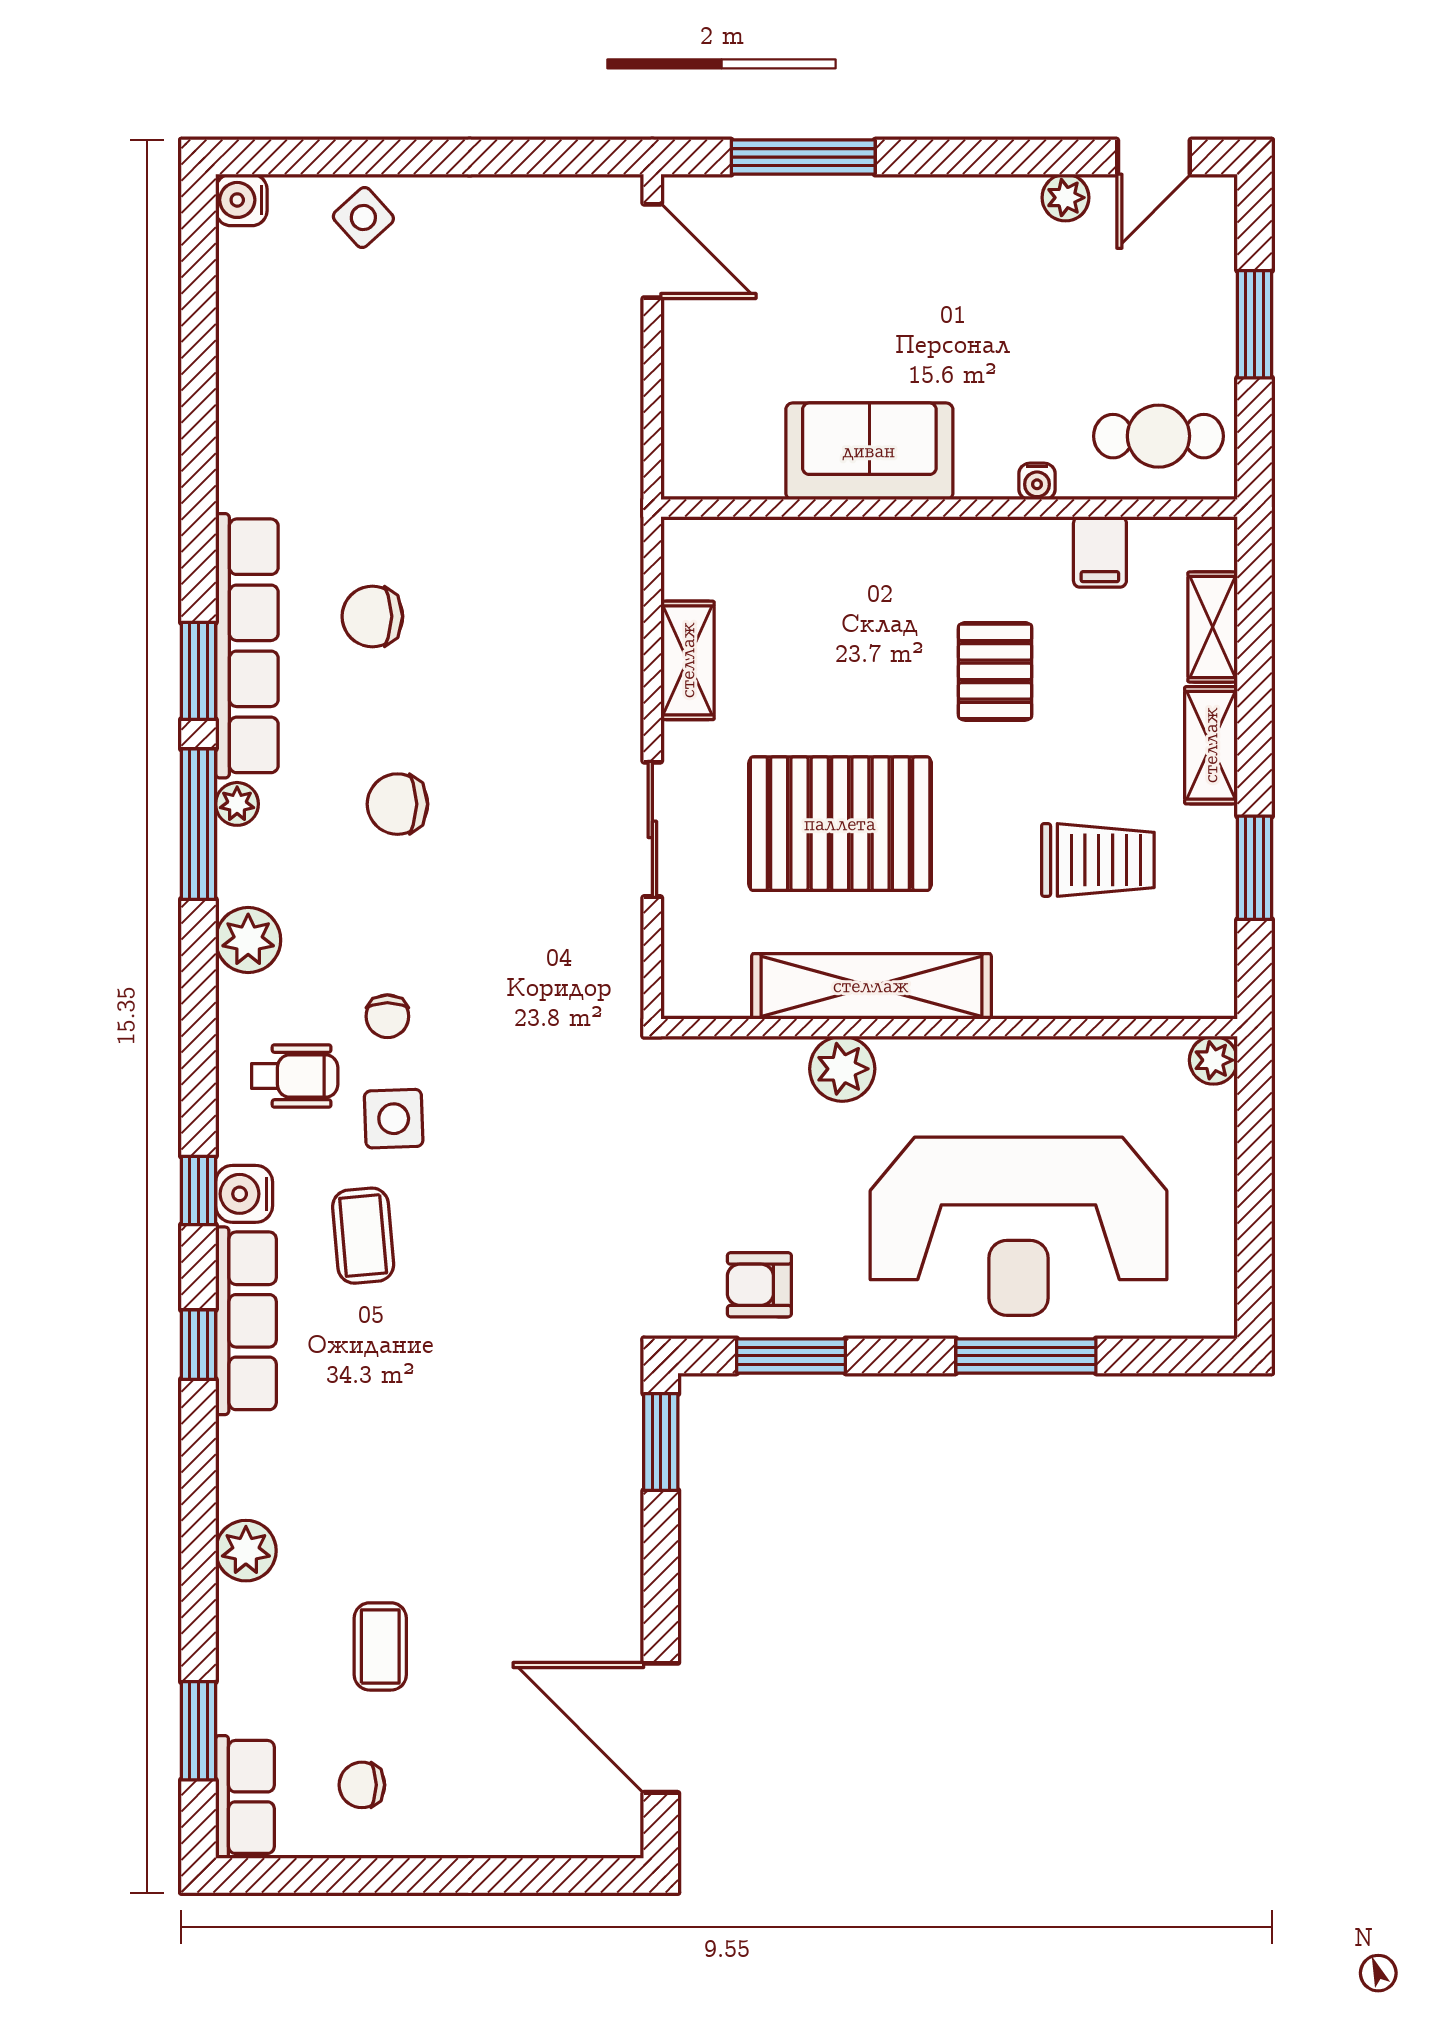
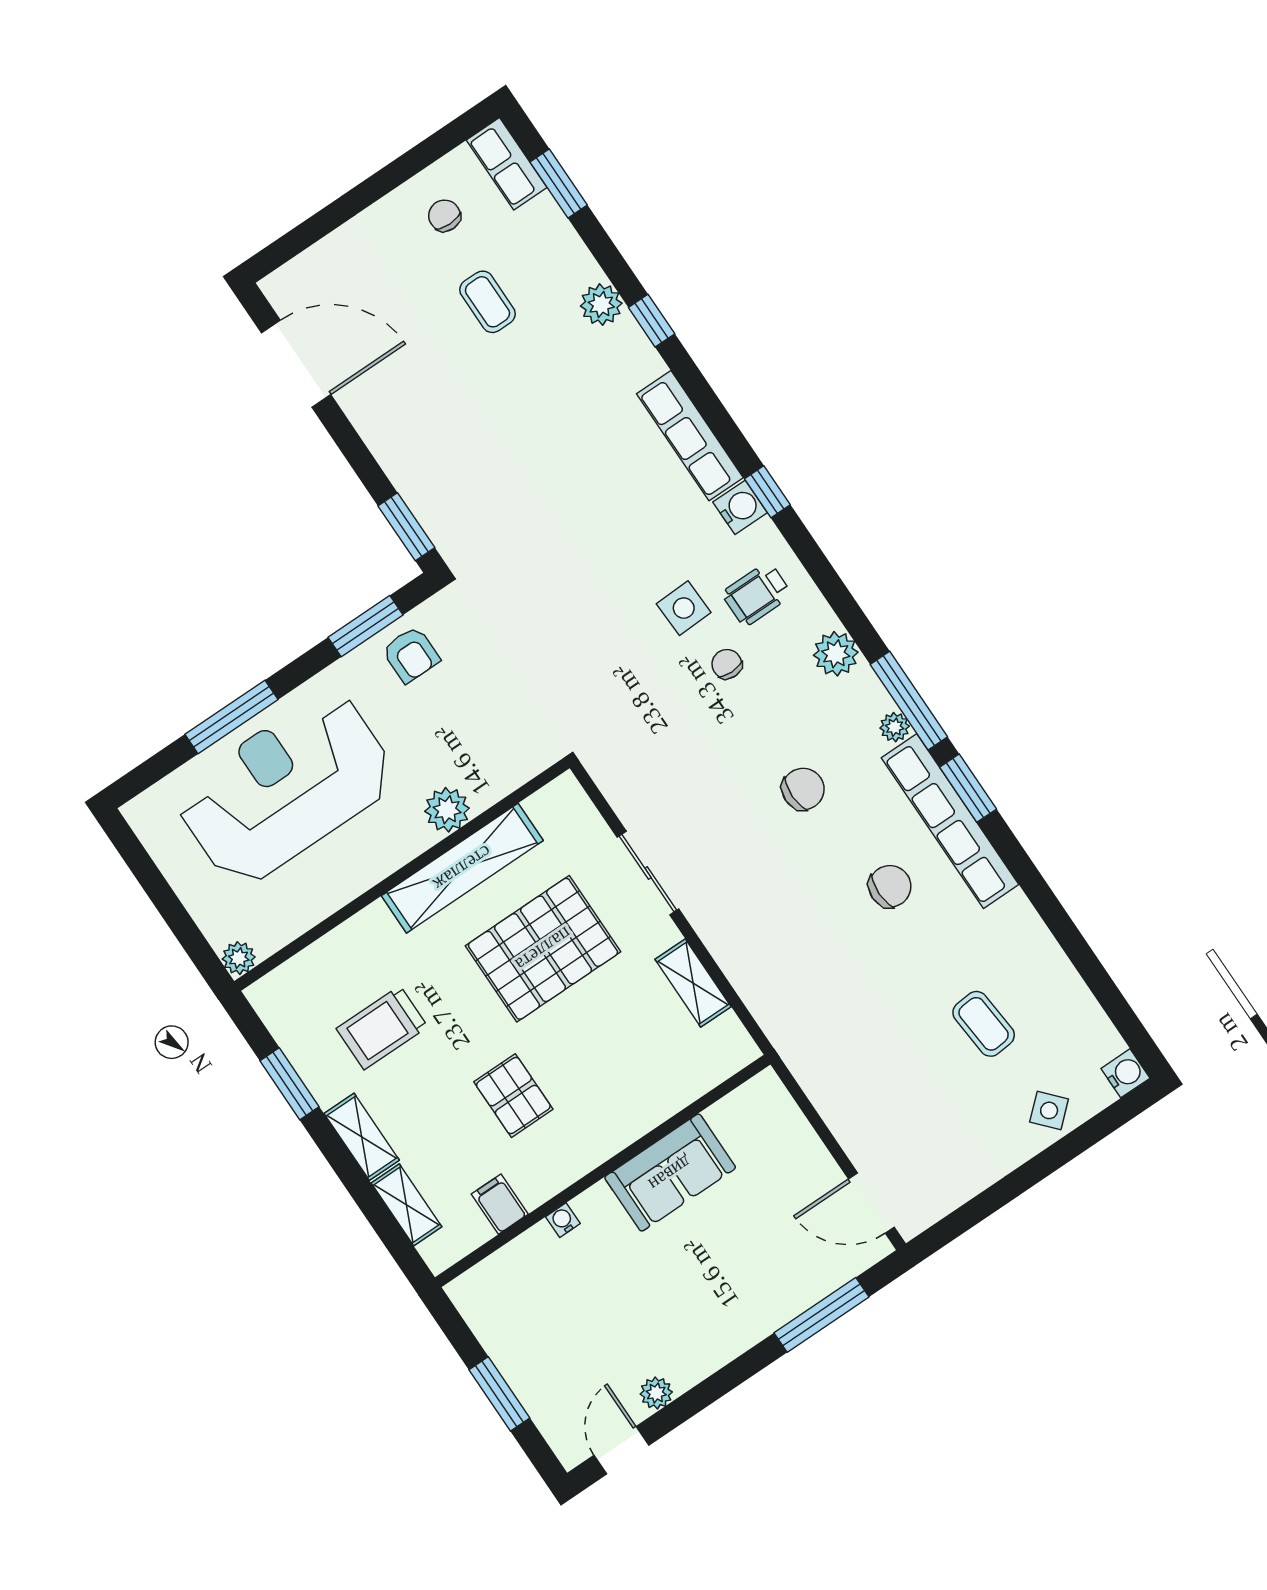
cafe table: (1158, 436) -> (511, 1293), removed
coffee table: (363, 1236) -> (984, 1024), moved
armchair: (759, 1285) -> (411, 655), turned 90
window: (198, 1345) -> (652, 321), moved
chair: (362, 1785) -> (444, 216), turned -90

